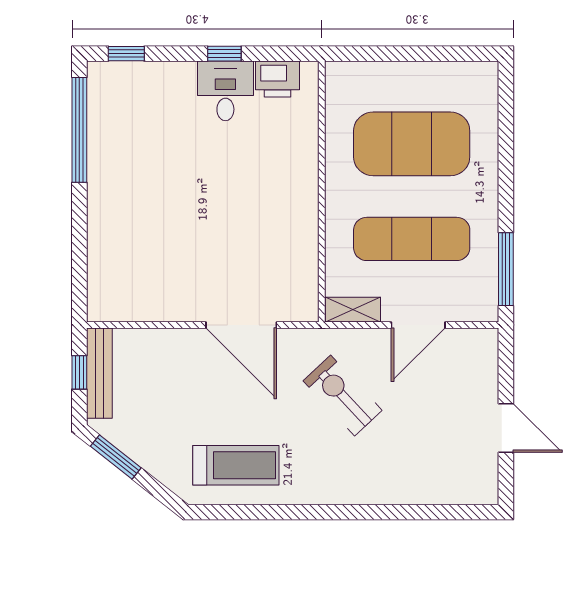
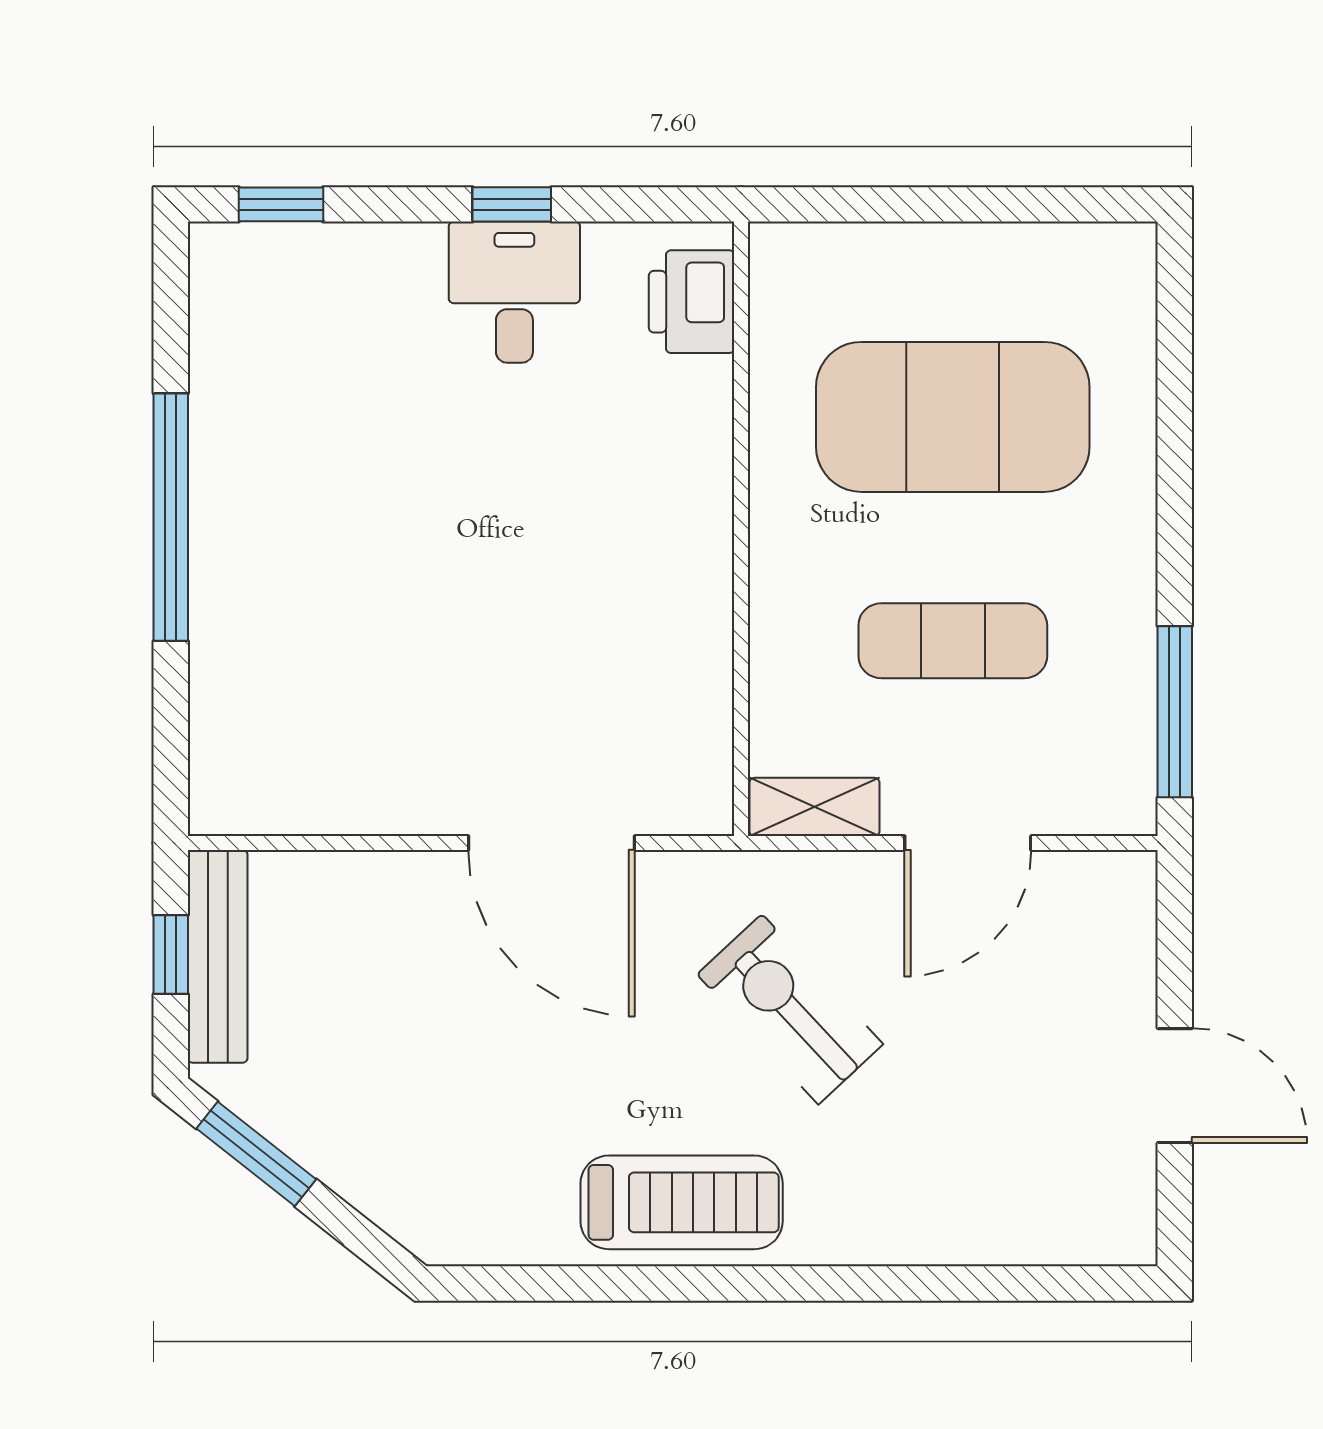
printer: (277, 79) -> (692, 302), moved, turned 90
window: (79, 130) -> (171, 517), moved
exercise mat: (412, 239) -> (953, 641), width x0.73, depth x0.69
treadmill: (236, 465) -> (682, 1202), moved

